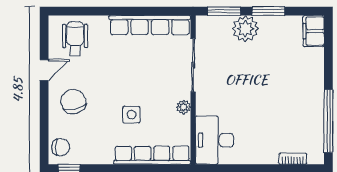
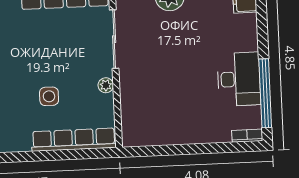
desk: (215, 140) -> (239, 79), moved, turned 180
bookcase: (293, 159) -> (247, 136), moved

